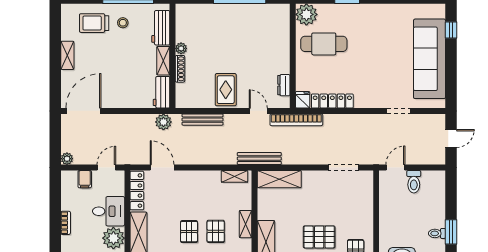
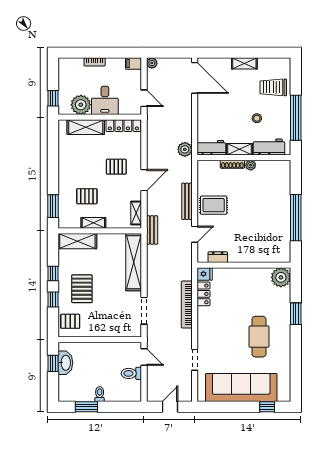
trolley: (94, 23) -> (273, 87), turned -90
stool: (123, 23) -> (257, 118), moved
cafe table: (324, 44) -> (259, 337), moved
locker: (332, 101) -> (203, 294), width x0.66
bench: (203, 120) -> (187, 201), moved
bookcase: (296, 120) -> (187, 305), moved
door: (451, 138) -> (170, 407), swing flipped
bench: (259, 159) -> (152, 230), width x0.73
door: (162, 168) -> (144, 180), moved
filing cabinet: (85, 179) -> (134, 64), moved
shelving: (279, 179) -> (134, 262), width x1.47
pallet: (189, 232) -> (116, 167), moved
toilet: (437, 233) -> (100, 394), moved

